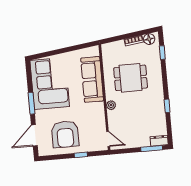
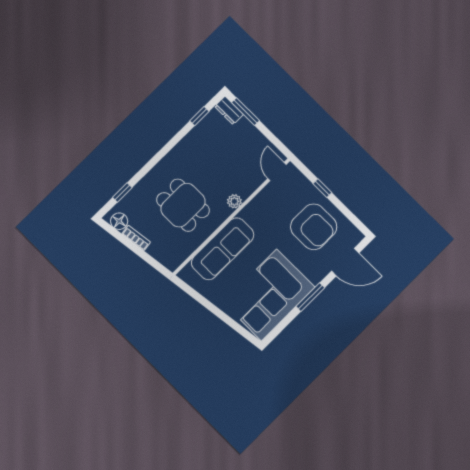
window: (167, 106) -> (199, 116), moved
armchair: (65, 134) -> (314, 227), turned 90

